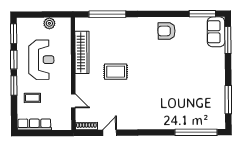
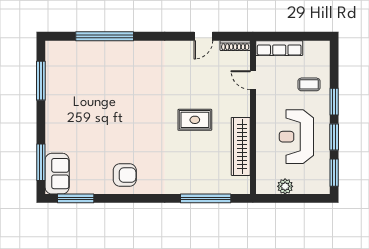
row of seats: (34, 124) -> (279, 48), moved
window: (196, 132) -> (105, 36), moved

